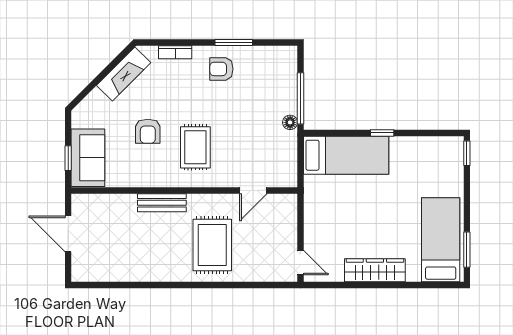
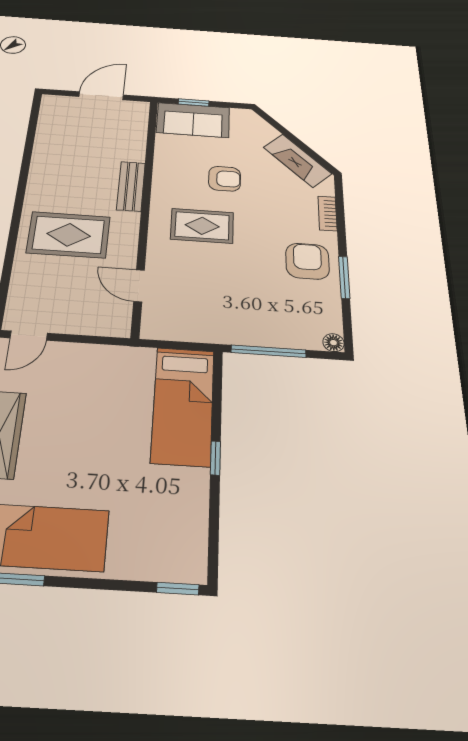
armchair: (221, 69) -> (307, 261), width x1.38, depth x1.38
floor lamp: (290, 122) -> (333, 343), moved
armchair: (148, 131) -> (225, 179), turned 180

